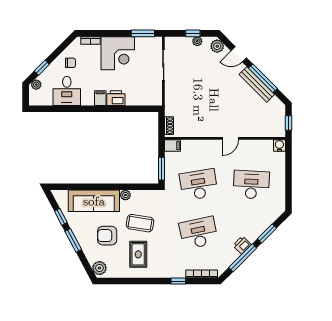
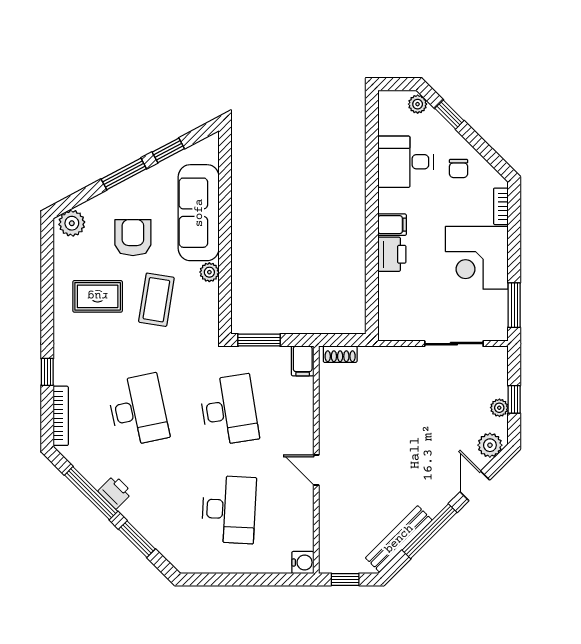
bench: (257, 84) -> (399, 539), moved

